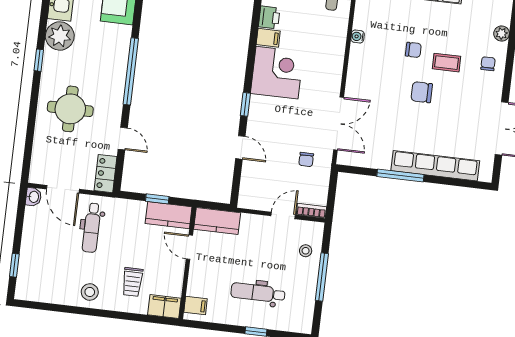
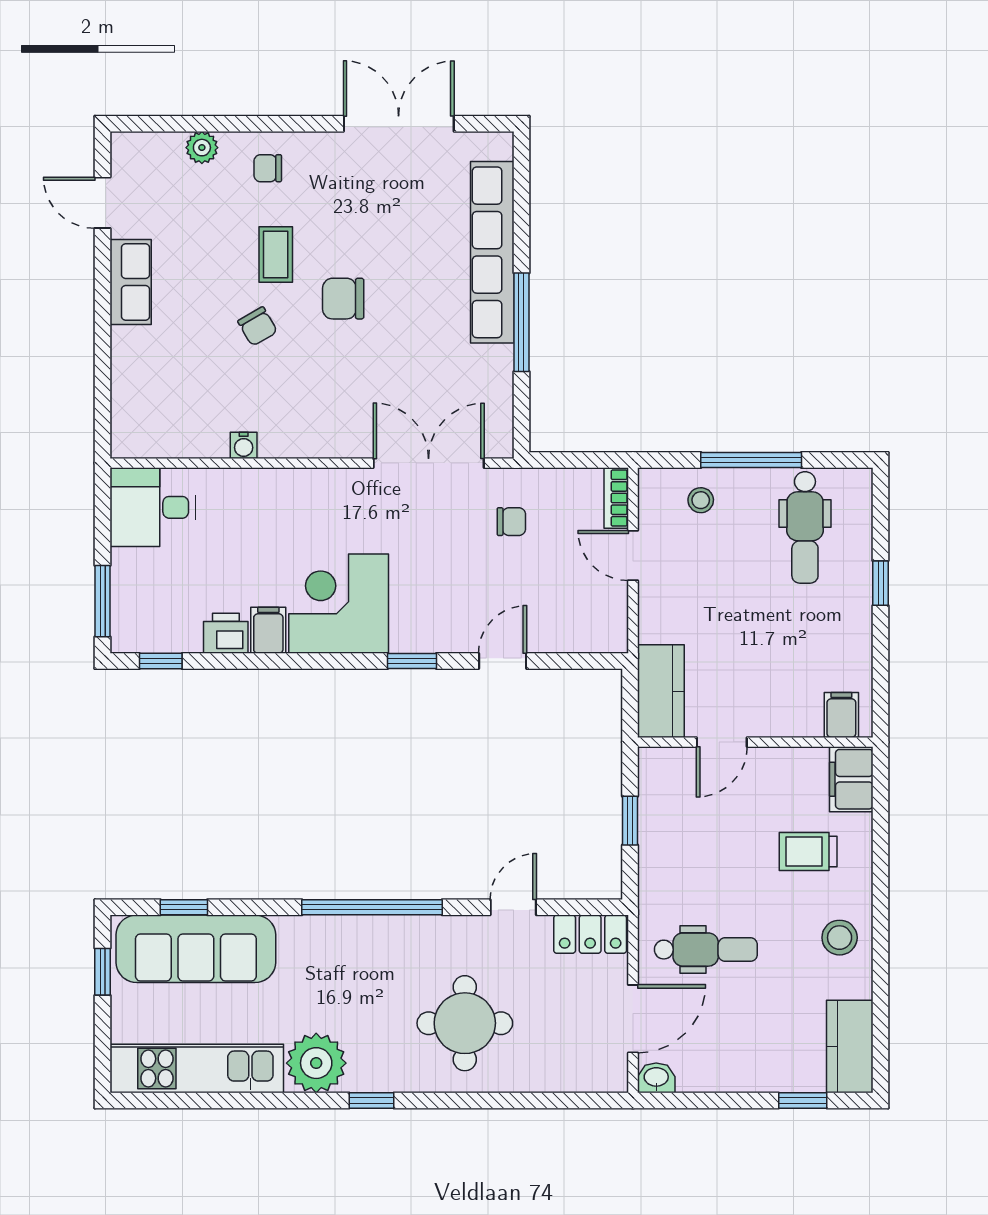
chair: (413, 50) -> (258, 326), turned 150
chair: (422, 92) -> (343, 299), turned 90
kitchen counter: (169, 215) -> (850, 1047), moved, turned 180
trolley: (132, 282) -> (808, 852), turned 180
dental chair: (258, 293) -> (805, 527), moved

